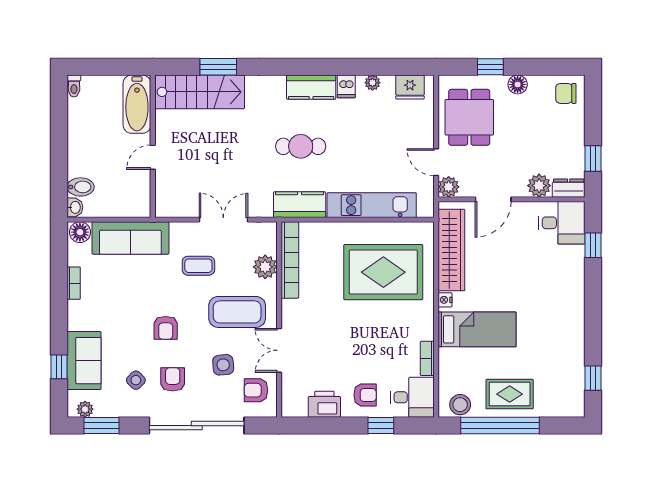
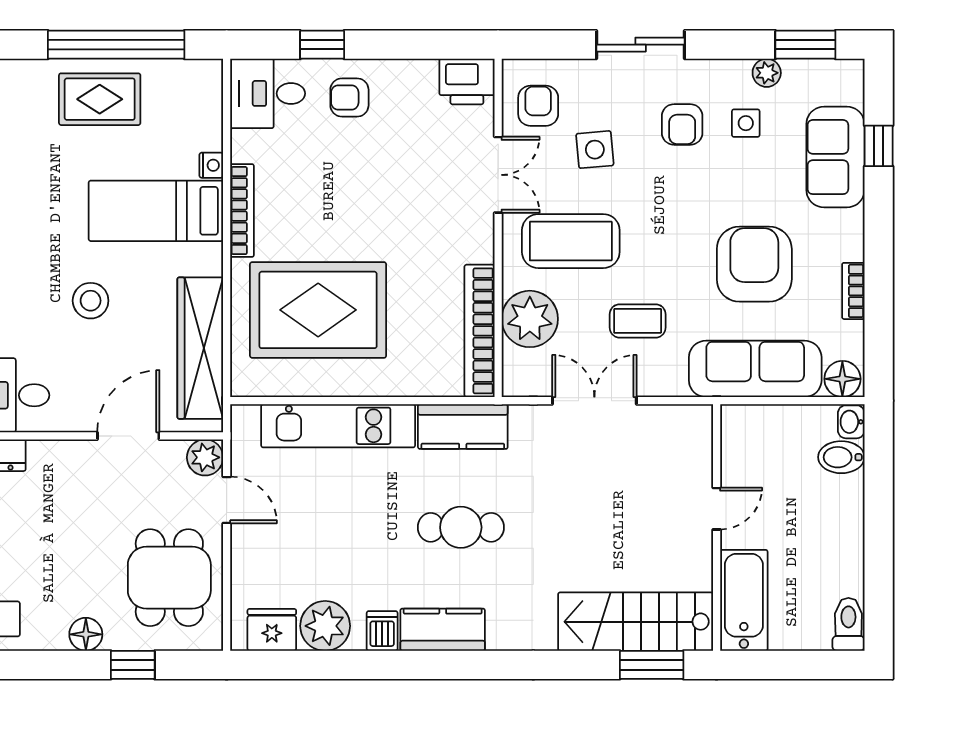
window: (218, 67) -> (652, 665), moved
plant: (372, 83) -> (325, 626), width x1.88, depth x1.88
toilet: (74, 86) -> (848, 624), width x1.37, depth x1.39
plant: (539, 186) -> (49, 459), removed
double door: (223, 220) -> (594, 401), swing flipped
plant: (265, 267) -> (530, 319), width x1.36, depth x1.36
nightstand: (445, 300) -> (211, 165), moved
armchair: (166, 328) -> (754, 264), moved, width x1.88, depth x1.88
bookcase: (427, 358) -> (242, 211), moved, width x1.56
side table: (136, 380) -> (746, 123), turned 45
armchair: (256, 390) -> (538, 106), turned -90
printer: (324, 404) -> (467, 82), moved
stool: (460, 405) -> (91, 301), moved
plant: (85, 409) -> (767, 73), moved
sliding door: (197, 426) -> (641, 45), width x0.54

